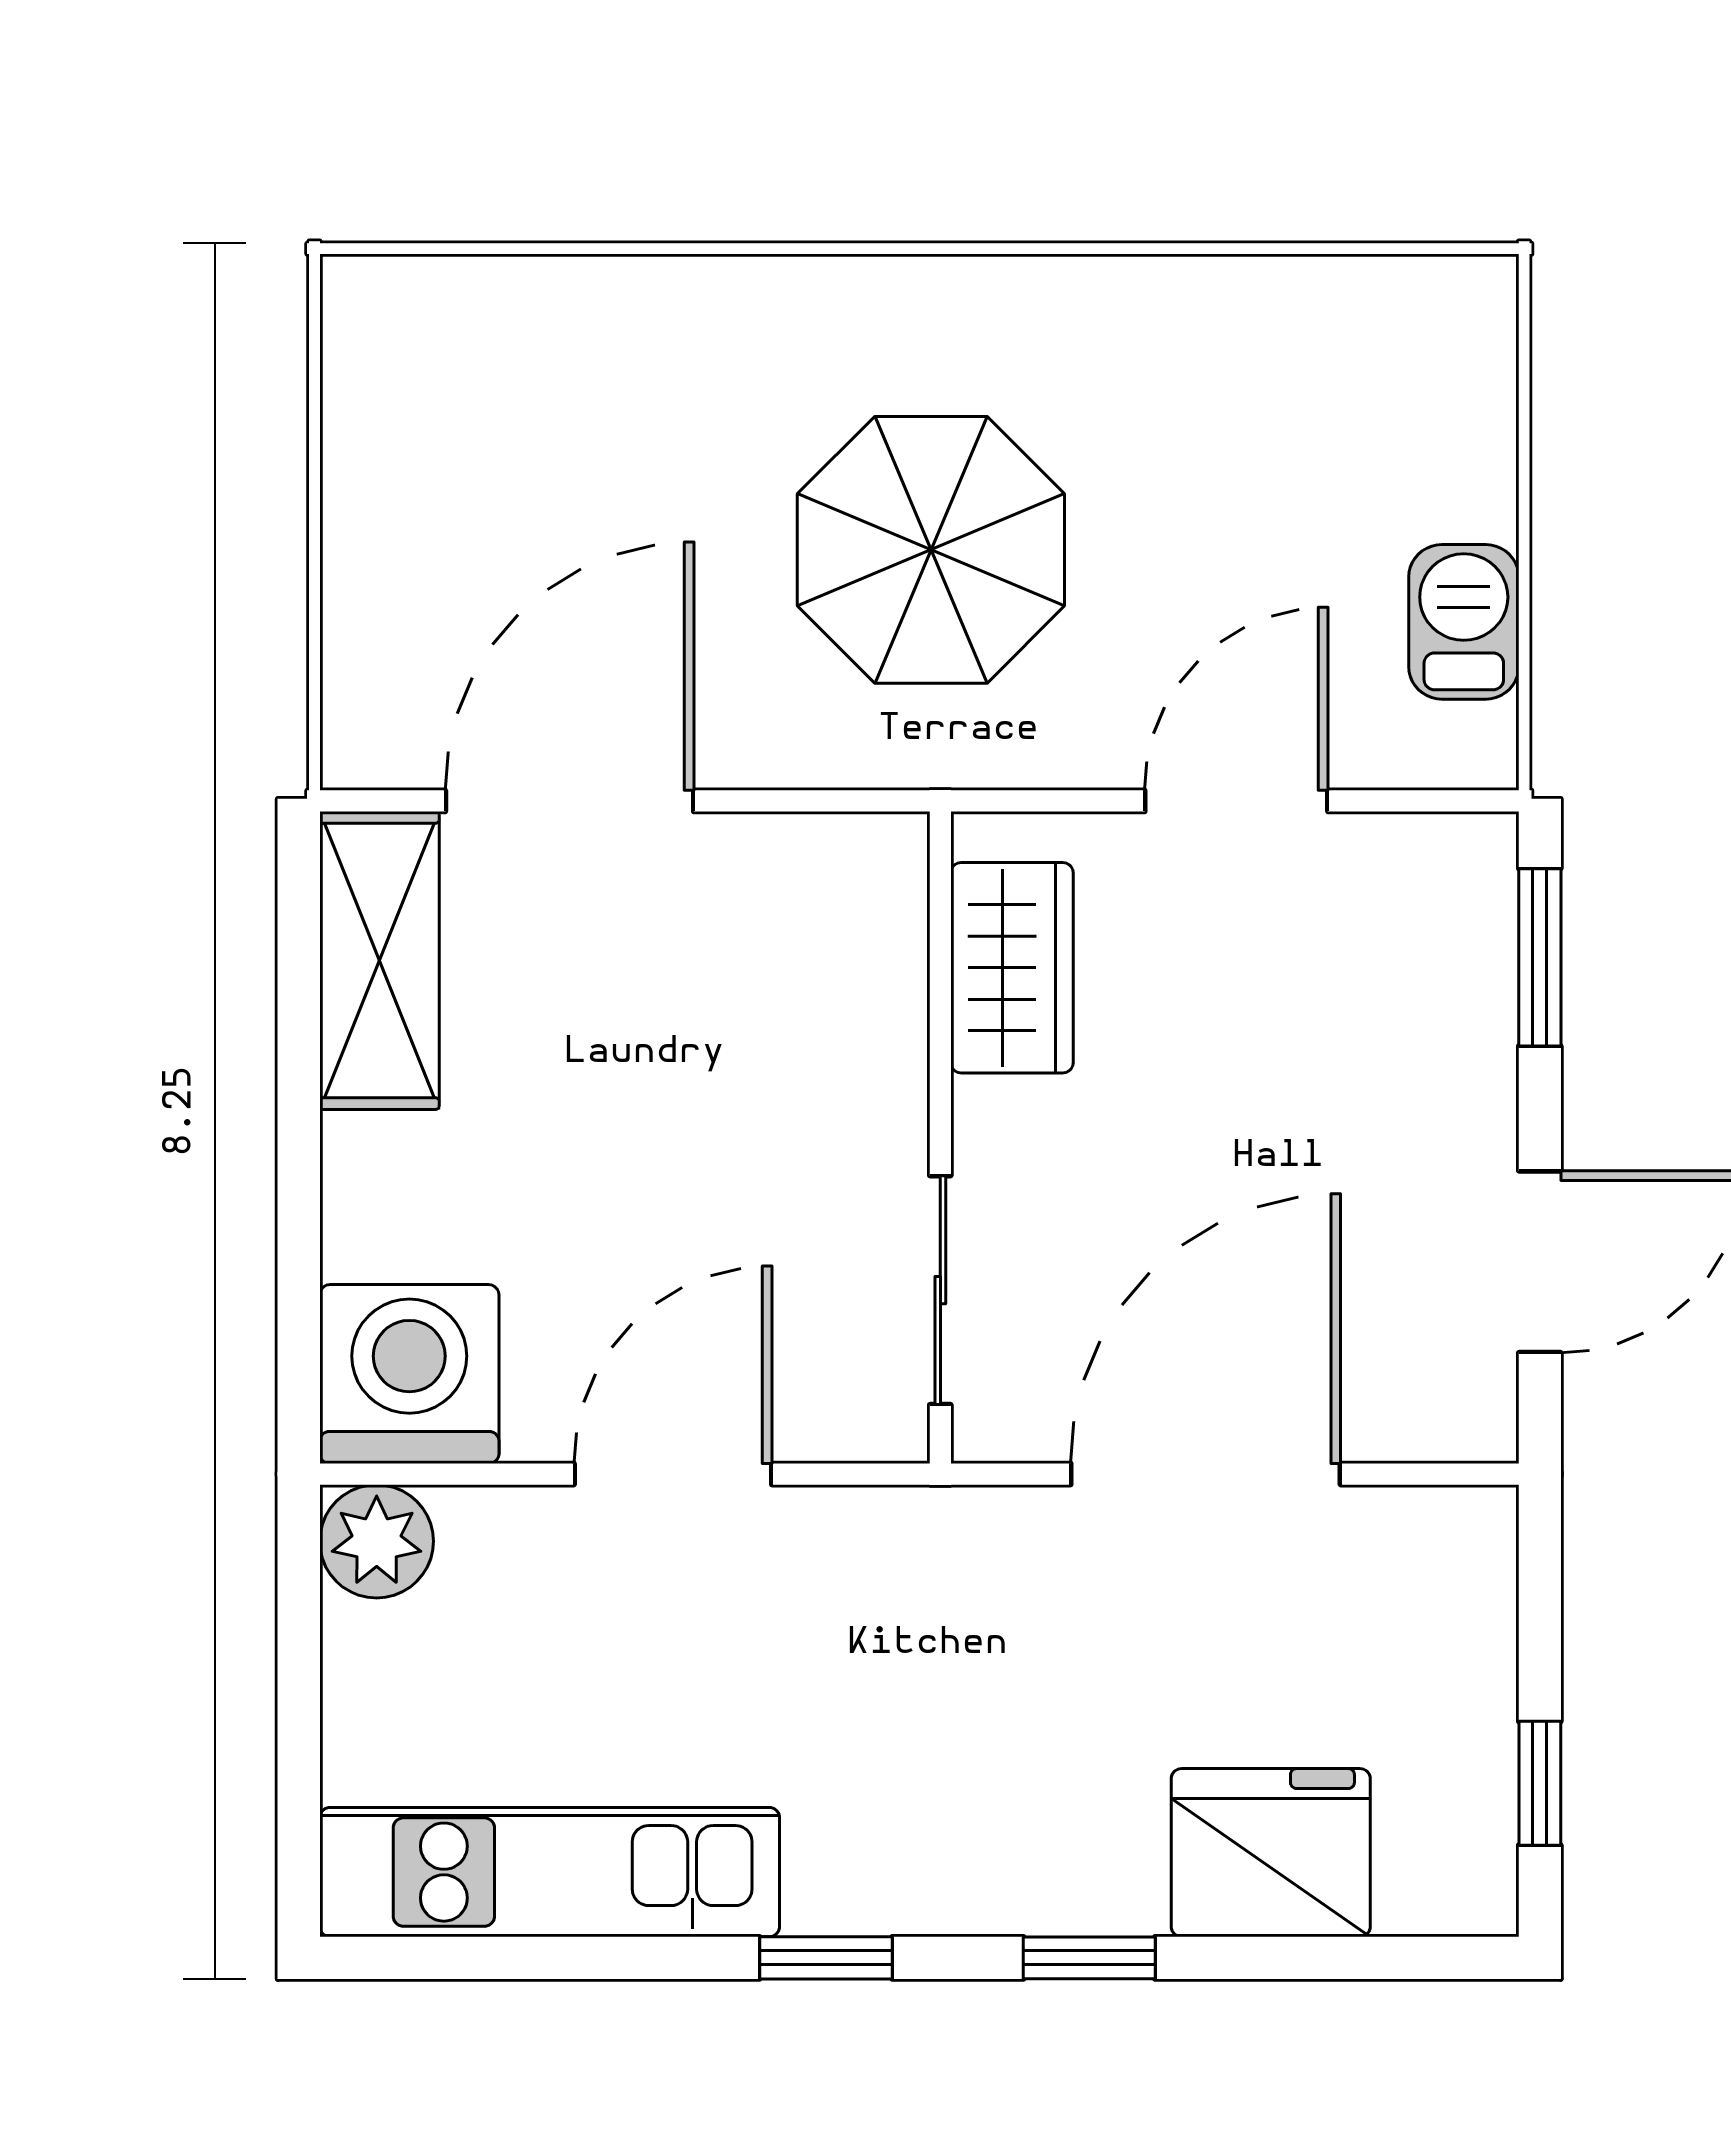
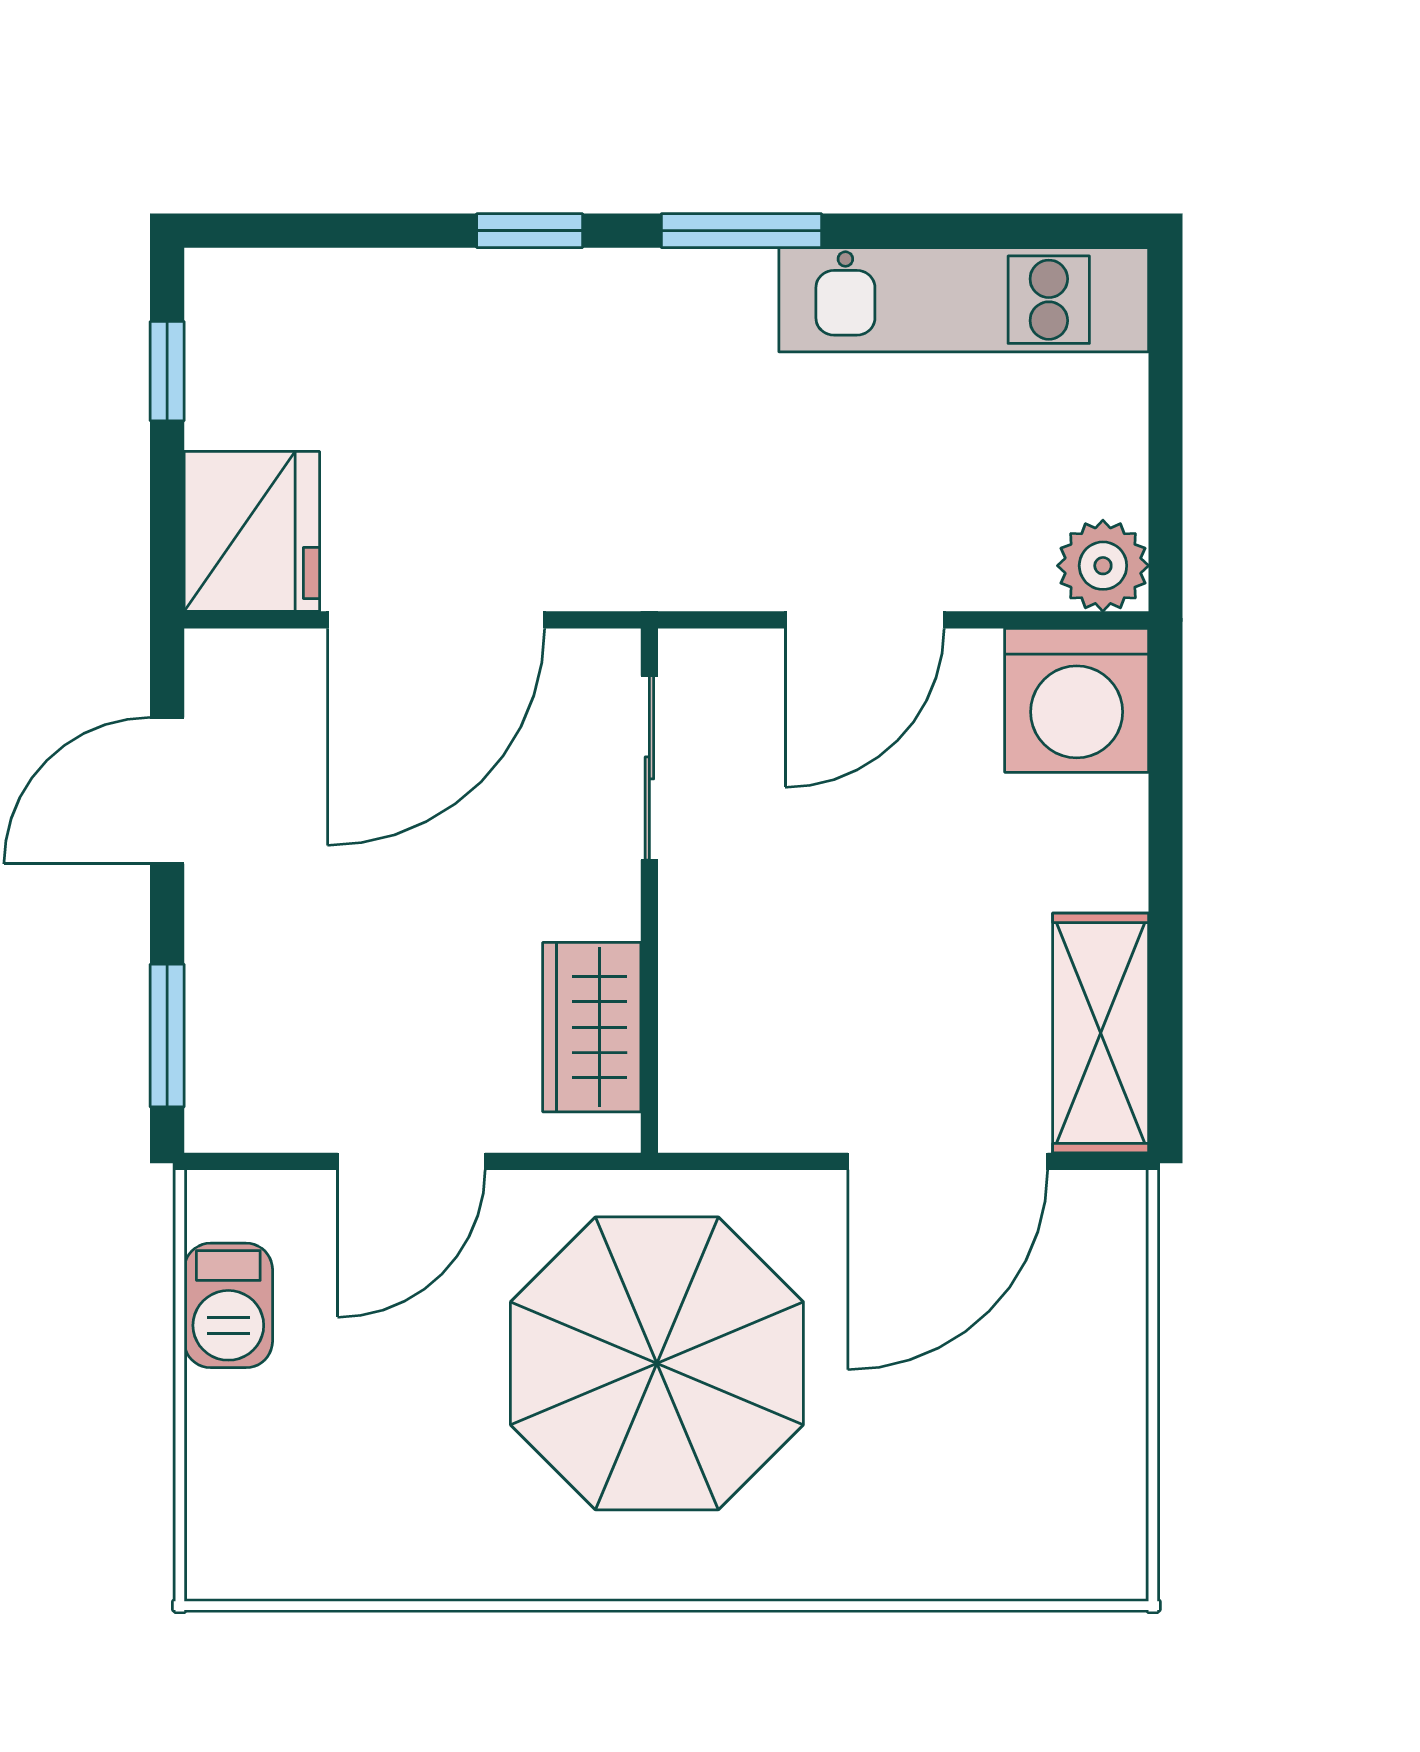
parasol: (931, 550) -> (657, 1363), width x1.36, depth x1.36
fridge: (1271, 1853) -> (252, 531), moved, turned -90
window: (826, 1958) -> (741, 231), width x1.50

